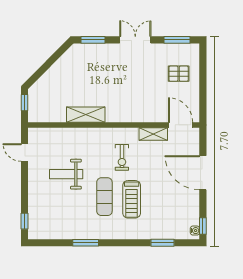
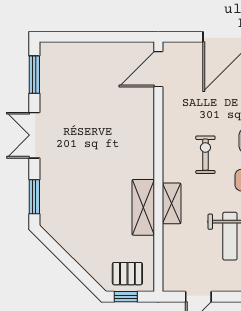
pallet: (179, 74) -> (127, 274), moved, turned 90
shelving: (153, 134) -> (172, 203), moved
exercise bike: (122, 157) -> (205, 155), turned -90

